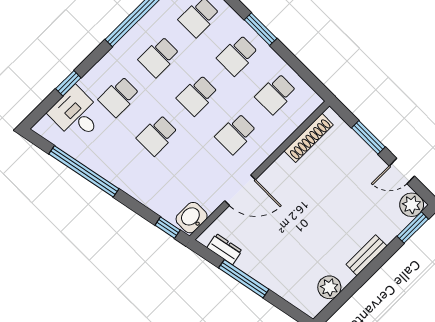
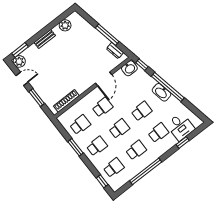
window: (261, 29) -> (76, 147), moved
window: (84, 171) -> (168, 87), moved
washbasin: (122, 178) -> (161, 92), added
door: (240, 190) -> (104, 79), swing flipped

